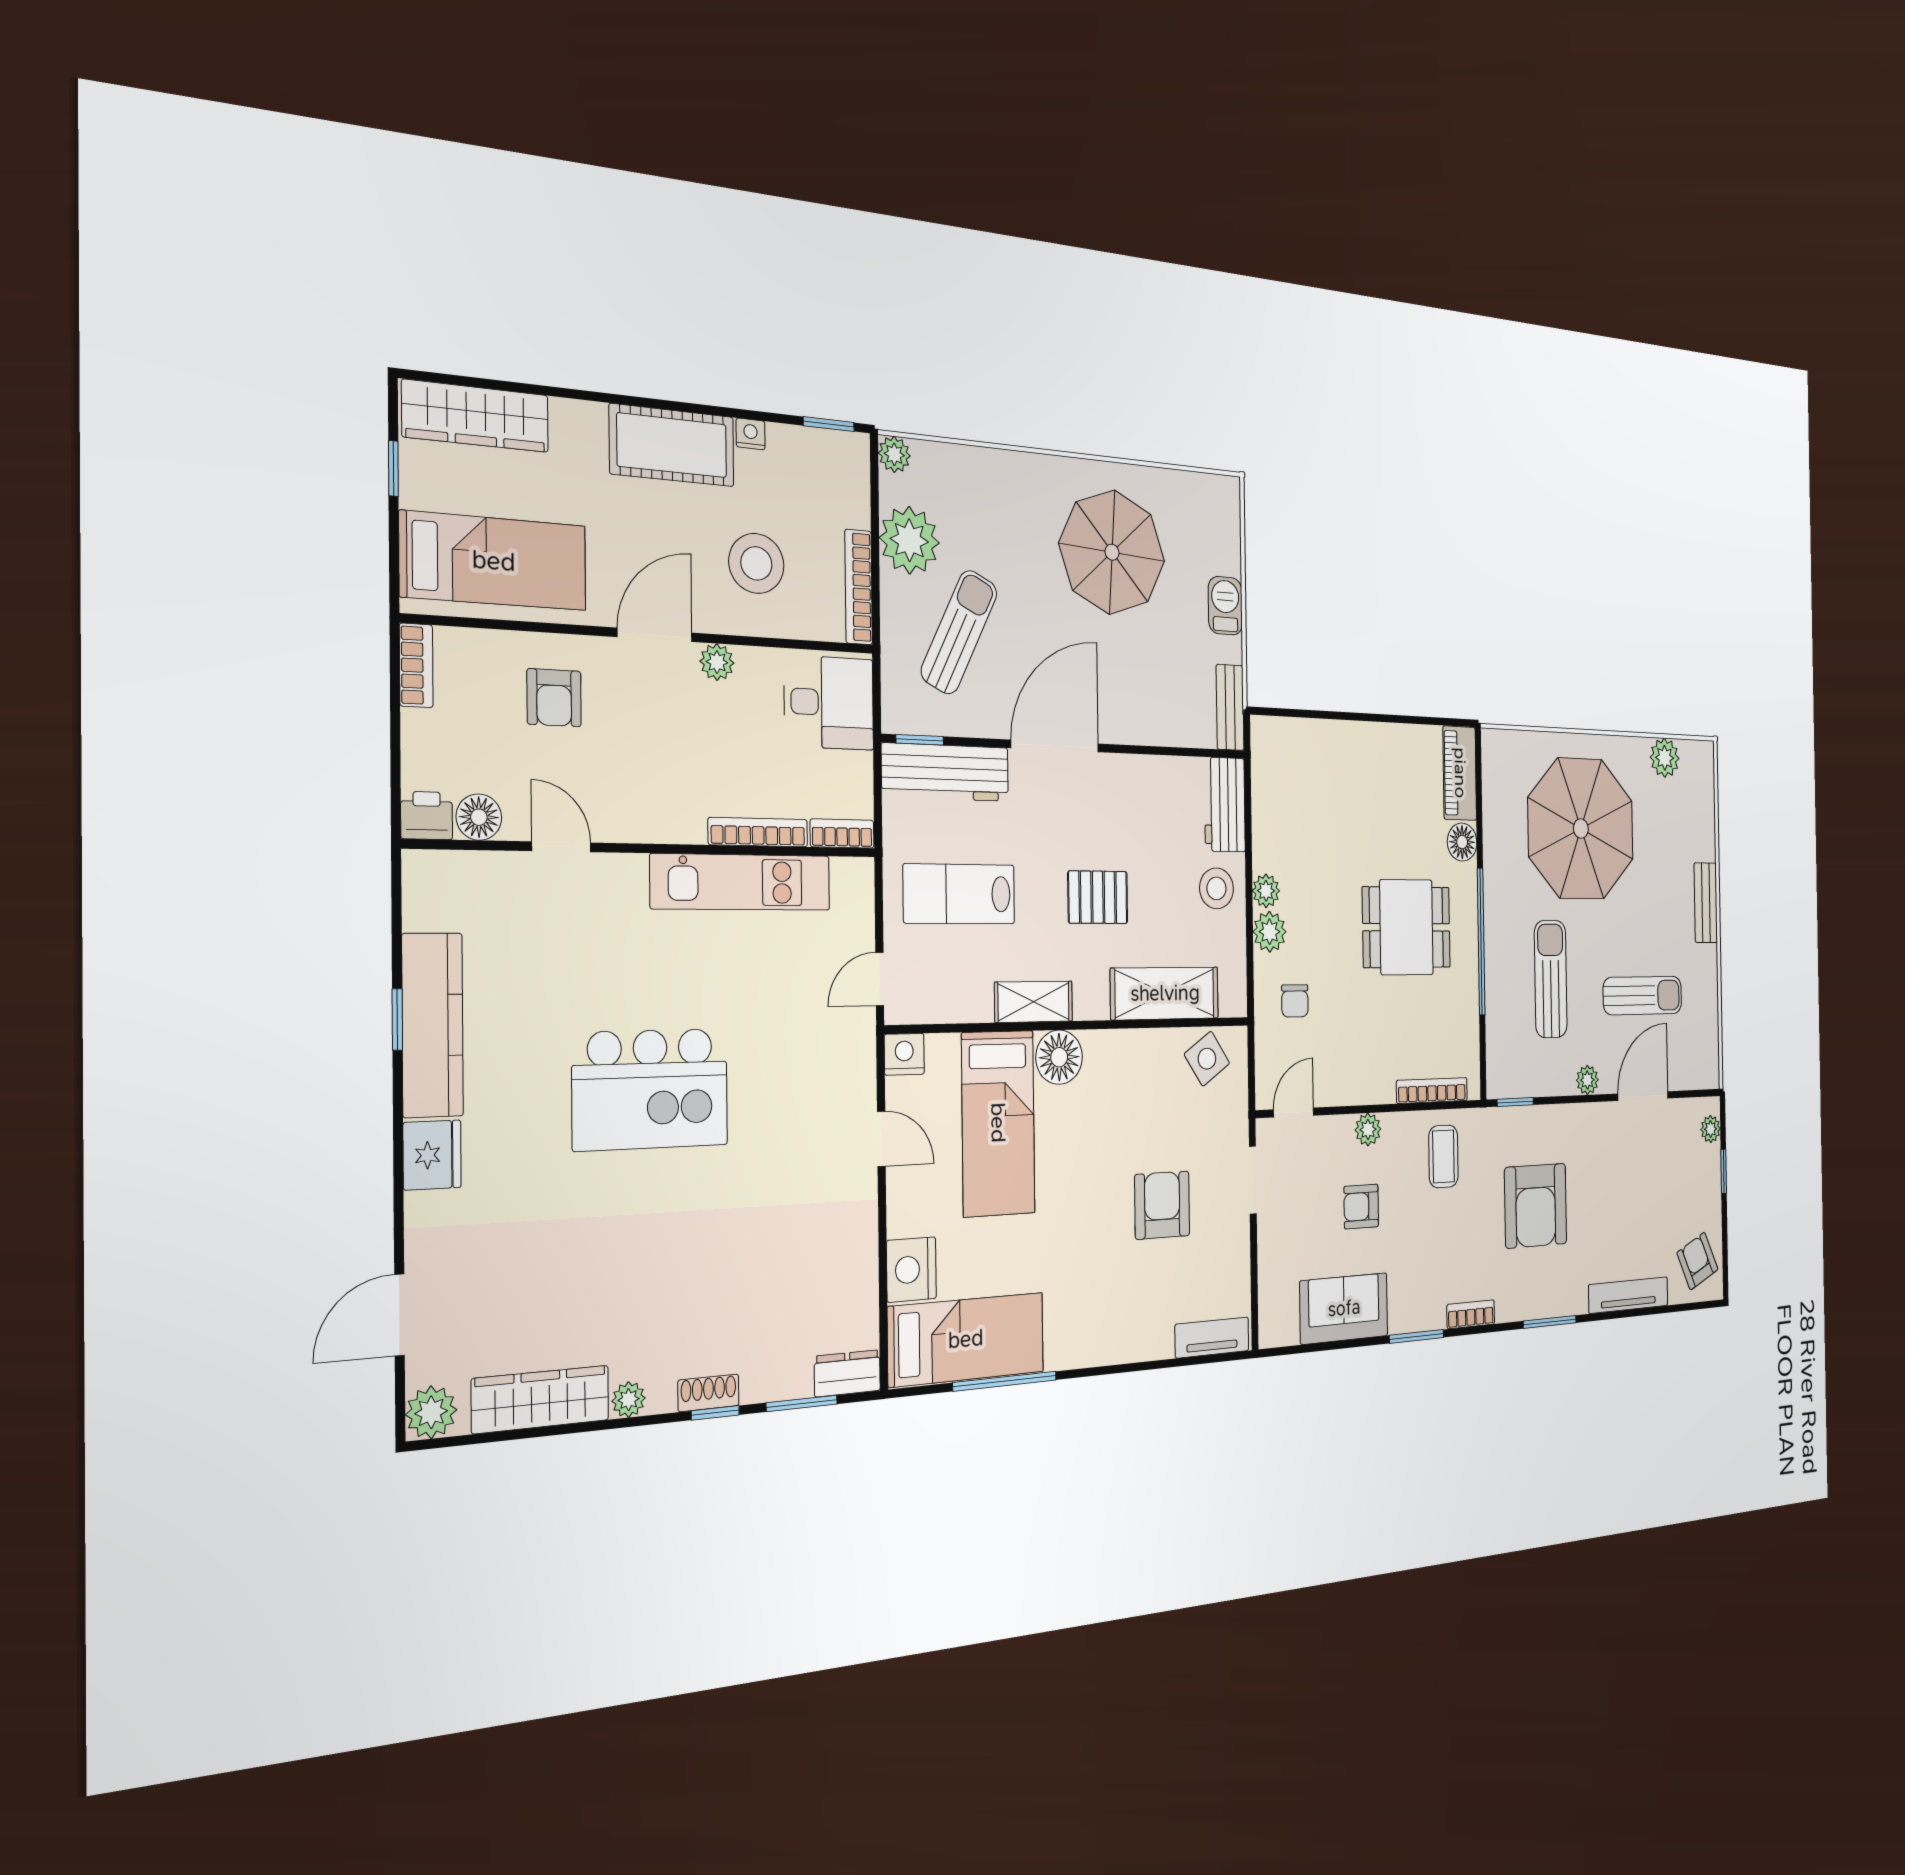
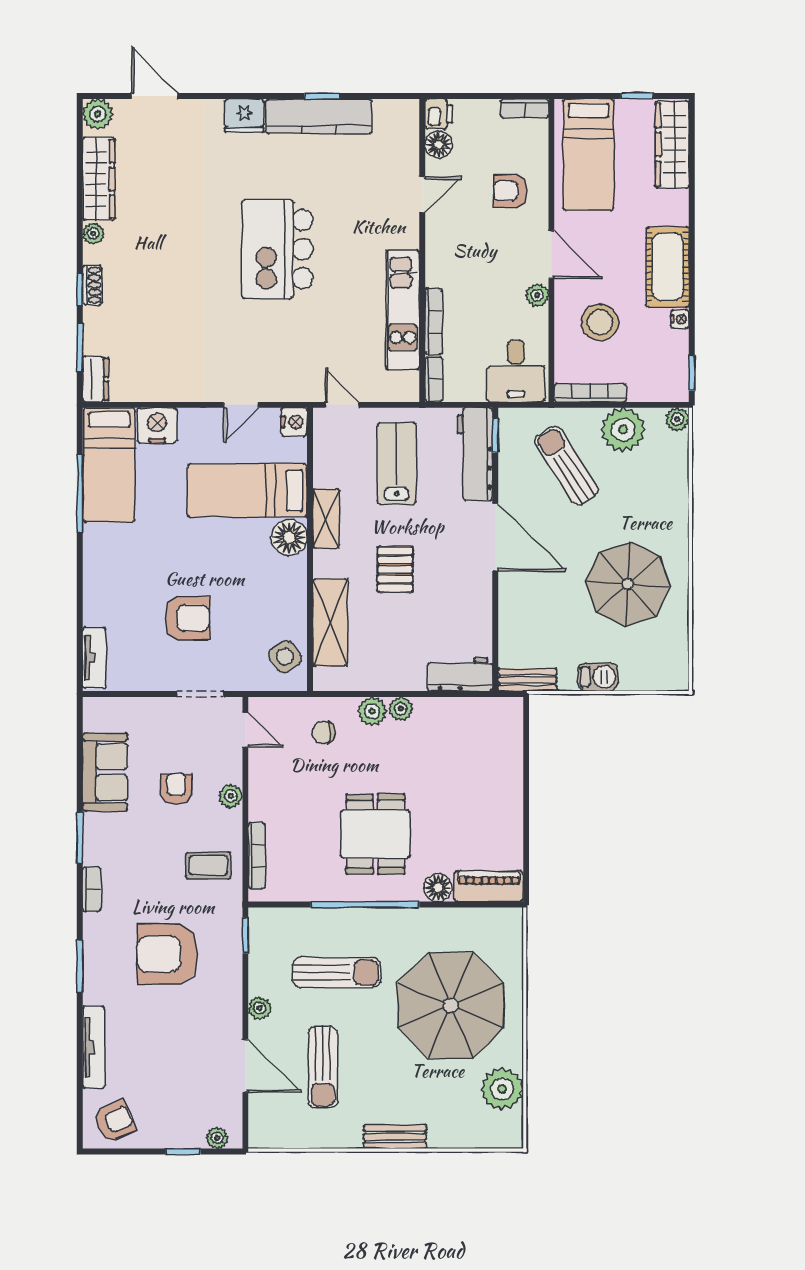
sun lounger: (959, 632) -> (566, 465), turned -149
plant: (1665, 758) -> (502, 1089), width x1.36, depth x1.36
stool: (1216, 888) -> (402, 666), removed

